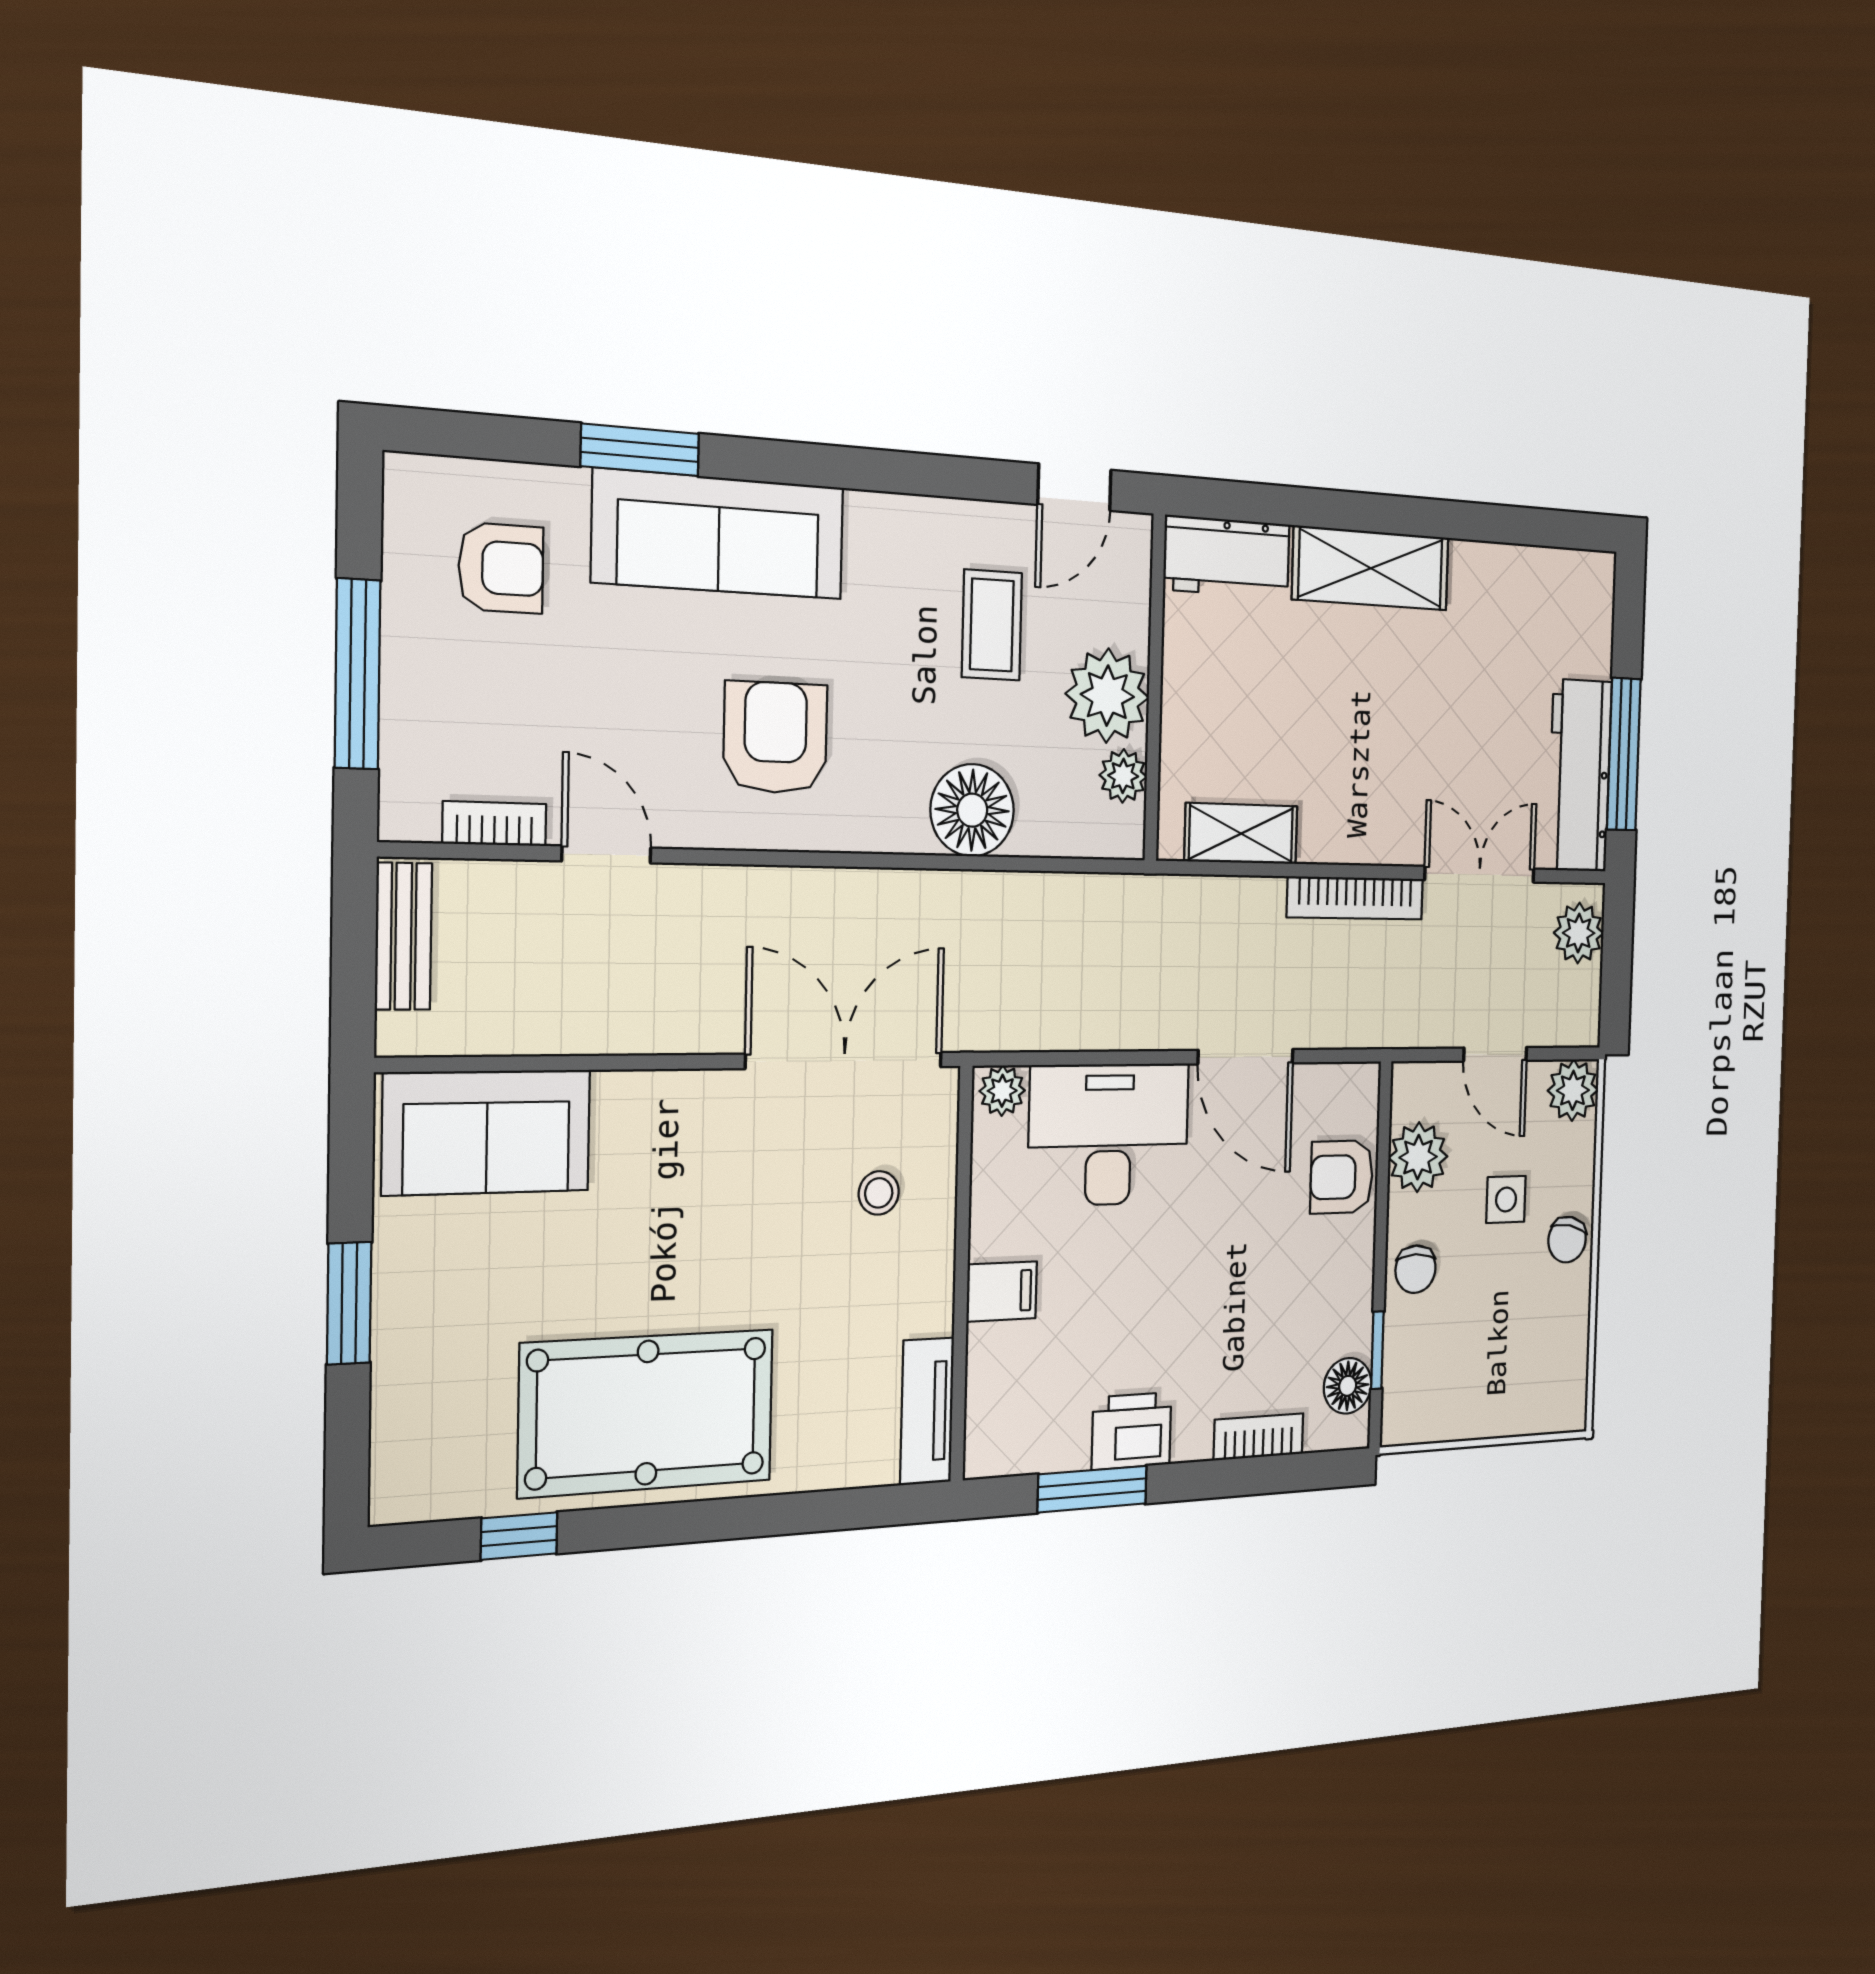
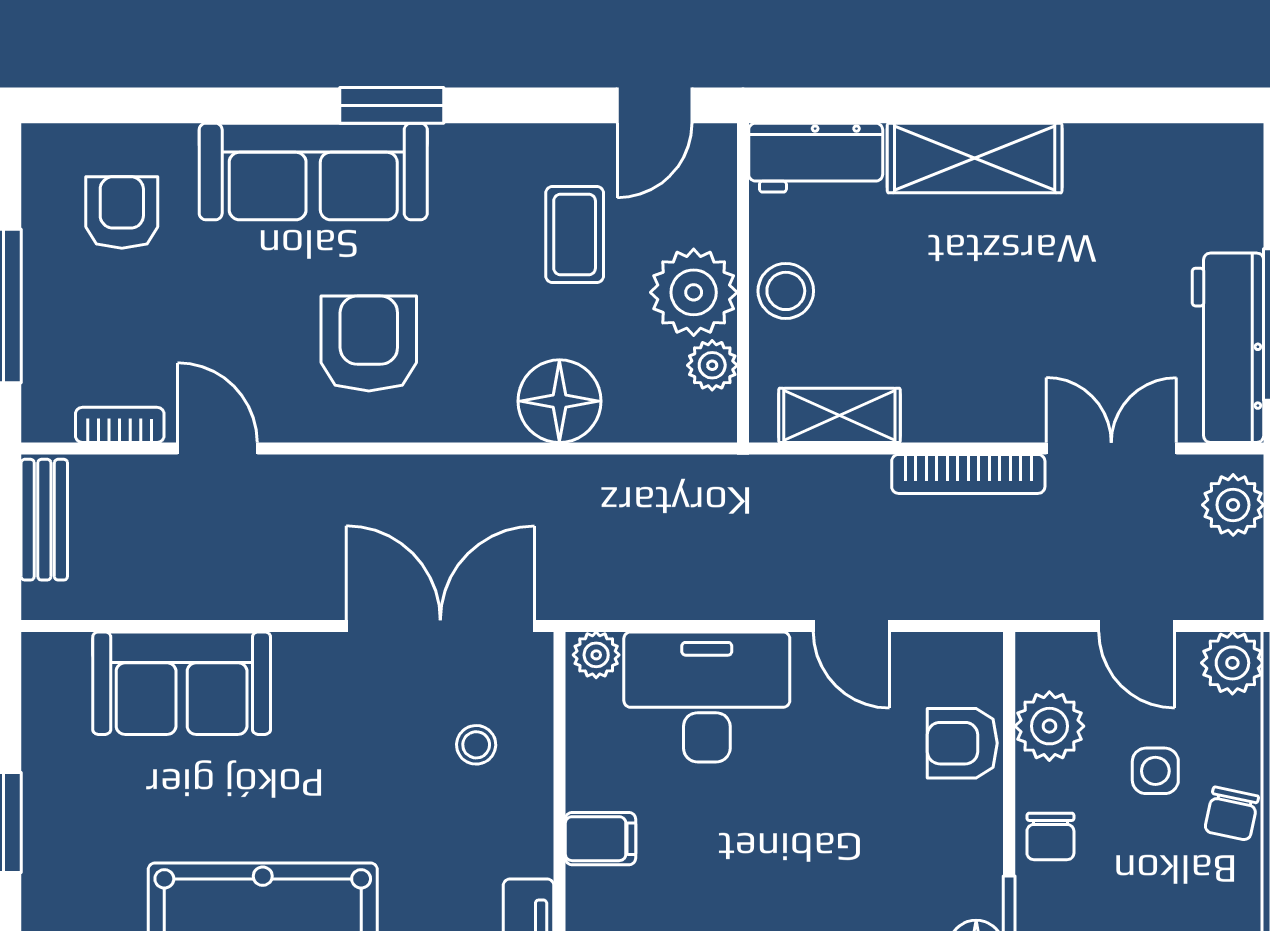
window: (640, 450) -> (392, 105), moved
armchair: (501, 568) -> (122, 212), turned -90
stool: (1195, 699) -> (786, 291), added
door: (1246, 1057) -> (851, 626), width x0.73
sofa: (487, 1132) -> (182, 683), moved

